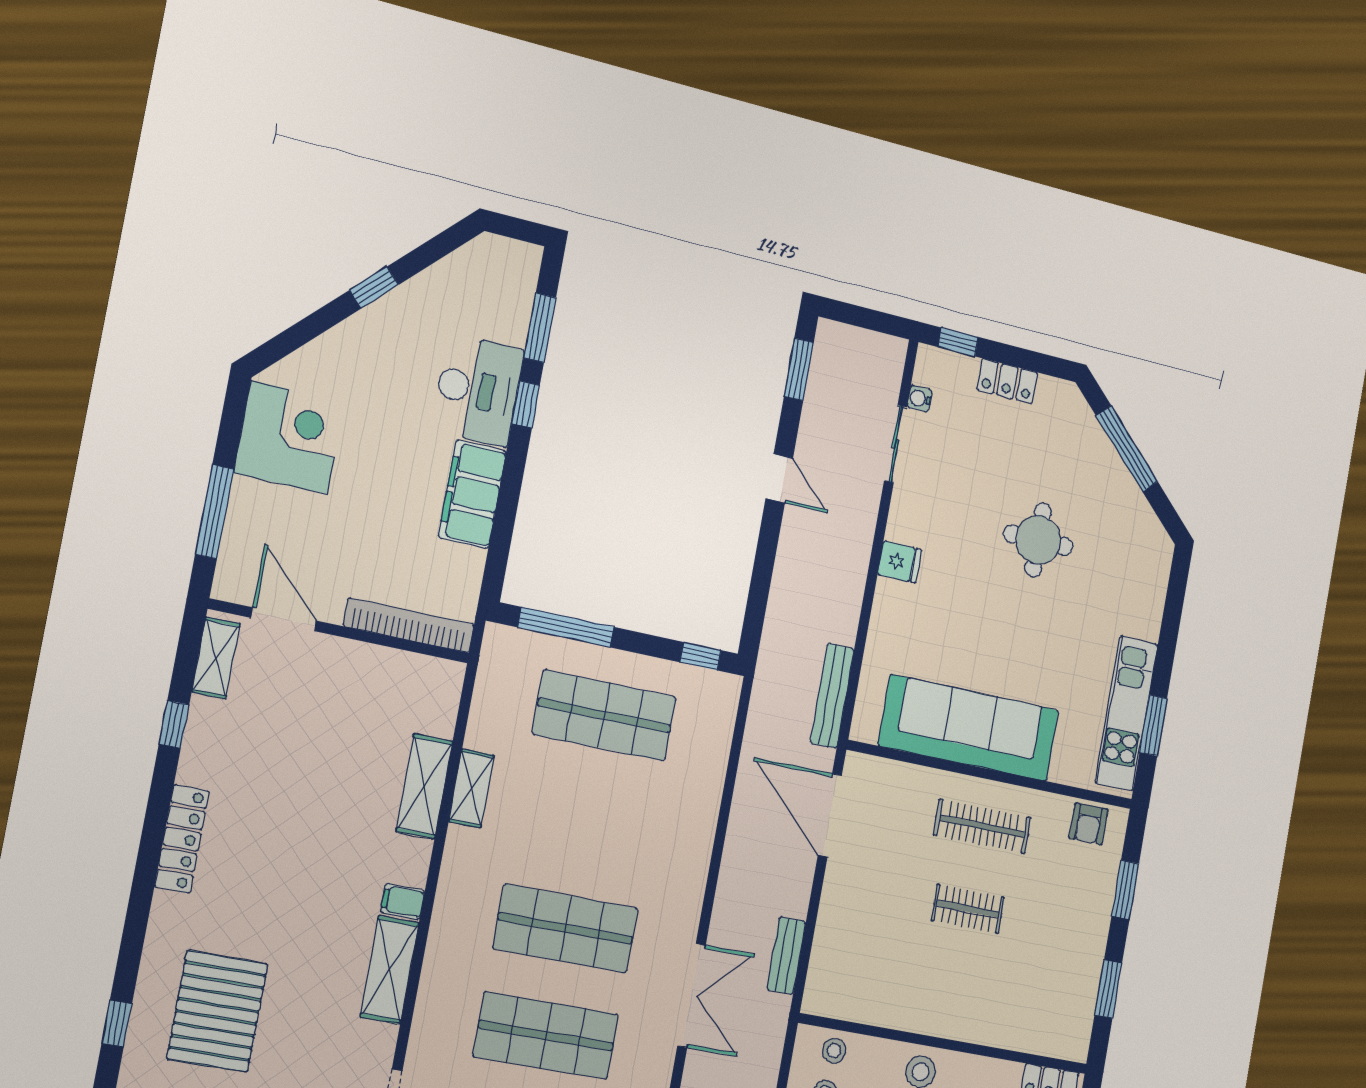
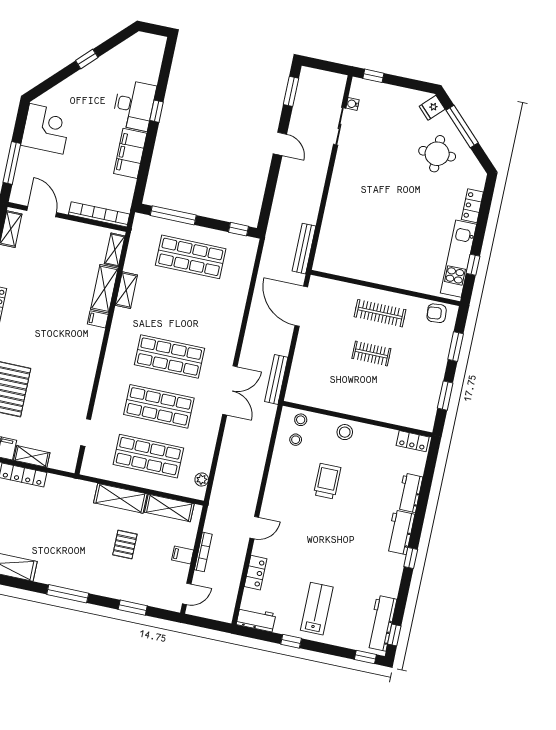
window: (540, 328) -> (164, 75), removed
locker: (1007, 381) -> (472, 206), moved, turned 90
round table: (1038, 540) -> (437, 154), moved
fridge: (900, 562) -> (432, 108), moved, turned 135
window: (1153, 725) -> (473, 265), width x0.67
sofa: (969, 728) -> (374, 265), removed
armchair: (1089, 824) -> (437, 313), turned 85
filing cabinet: (403, 902) -> (98, 319), moved
bench: (786, 956) -> (276, 379), width x1.36
shelving: (390, 970) -> (115, 250), moved, width x0.67, depth x0.75

